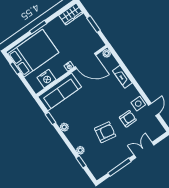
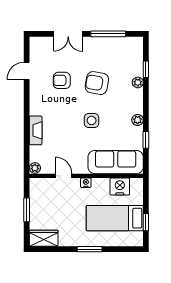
bed: (33, 53) -> (115, 218), width x0.67
door: (86, 61) -> (64, 176), width x0.53
side table: (138, 104) -> (92, 120), moved

